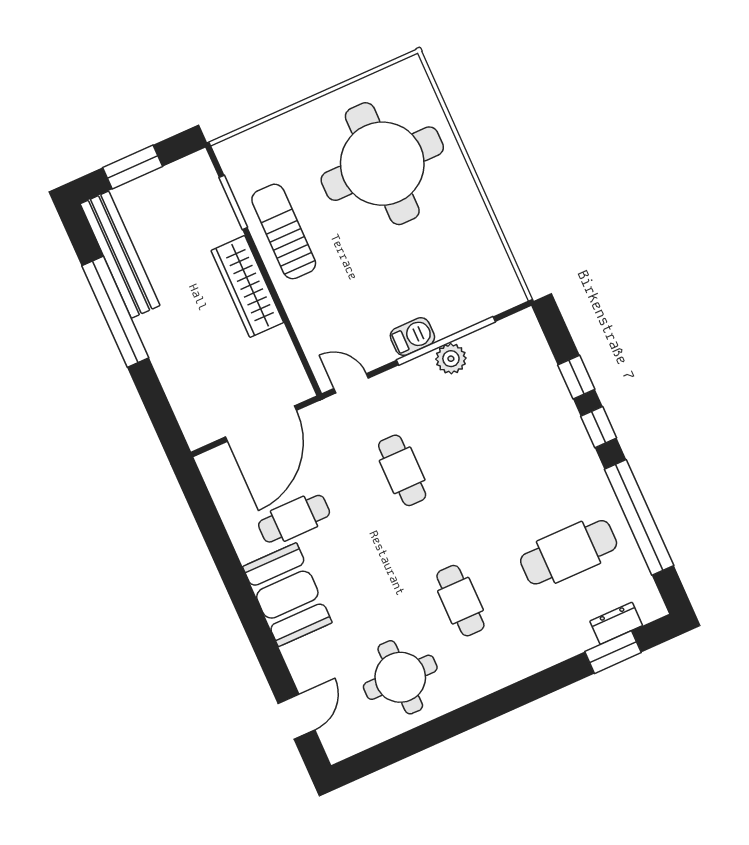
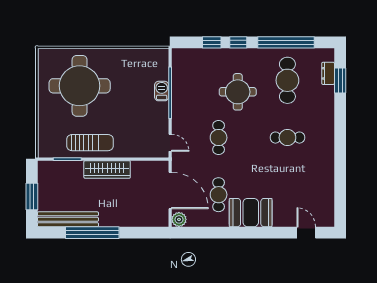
sun lounger: (284, 231) -> (90, 143), turned 180
barbecue: (412, 337) -> (162, 91), moved
plant: (451, 359) -> (179, 219), moved
door: (351, 383) -> (170, 143), swing flipped
cafe table: (402, 470) -> (219, 138), turned 90
round table: (400, 677) -> (238, 92), moved

